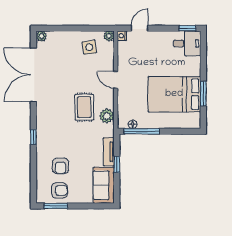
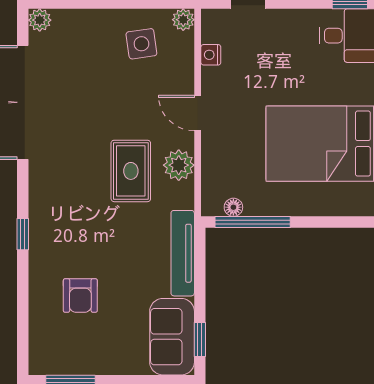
nightstand: (122, 36) -> (211, 55), moved
plant: (107, 116) -> (179, 165), moved
tv unit: (109, 152) -> (183, 253), width x1.41
window: (117, 164) -> (200, 340), moved
armchair: (59, 190) -> (78, 348), removed

